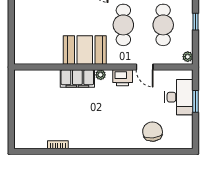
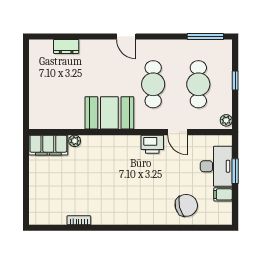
plant: (101, 75) -> (75, 141), moved
filing cabinet: (77, 78) -> (48, 145), moved
filing cabinet: (185, 122) -> (223, 194), added
chair: (153, 132) -> (186, 205), turned 82

